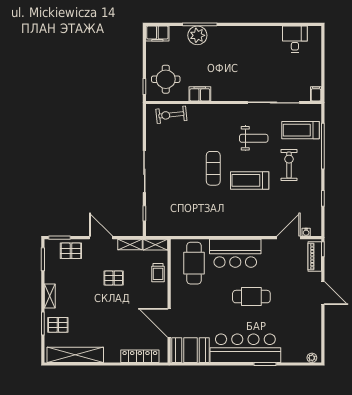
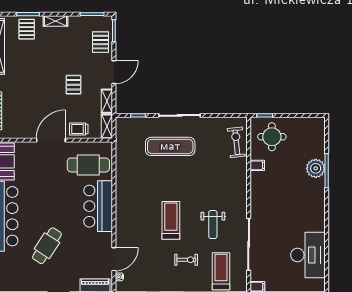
filing cabinet: (157, 34) -> (317, 128), removed
desk: (295, 39) -> (308, 255), width x1.87, depth x1.30
filing cabinet: (200, 94) -> (257, 165), width x0.50
exercise bike: (289, 165) -> (186, 260), width x0.73, depth x0.72
exercise mat: (213, 168) -> (170, 146), moved, width x1.36, depth x1.45
door: (288, 238) -> (114, 259), hinge flipped
cafe table: (251, 297) -> (47, 246), moved, turned 33
door: (169, 323) -> (51, 140), moved

